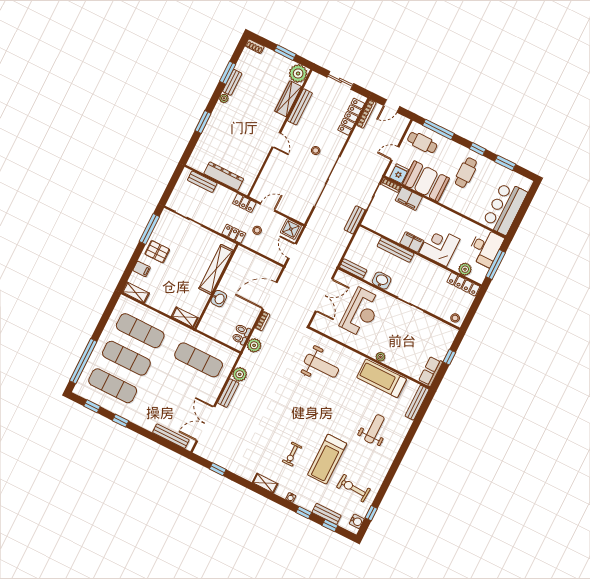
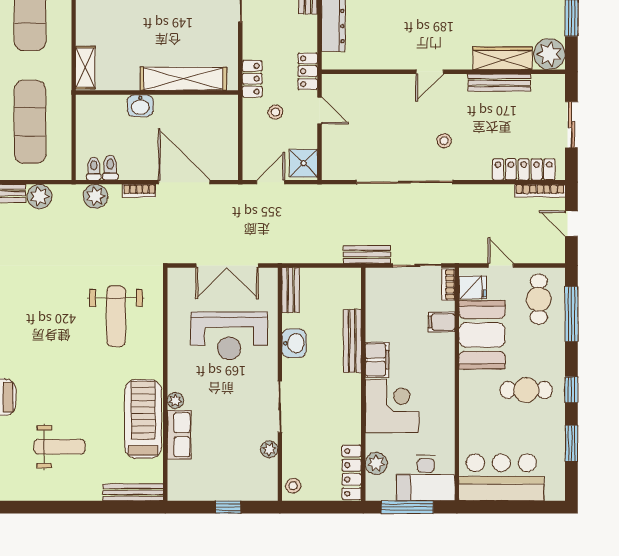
filing cabinet: (409, 199) -> (442, 322), width x0.50
plant: (430, 321) -> (269, 449), added
row of seats: (431, 371) -> (179, 435), moved, turned 90

